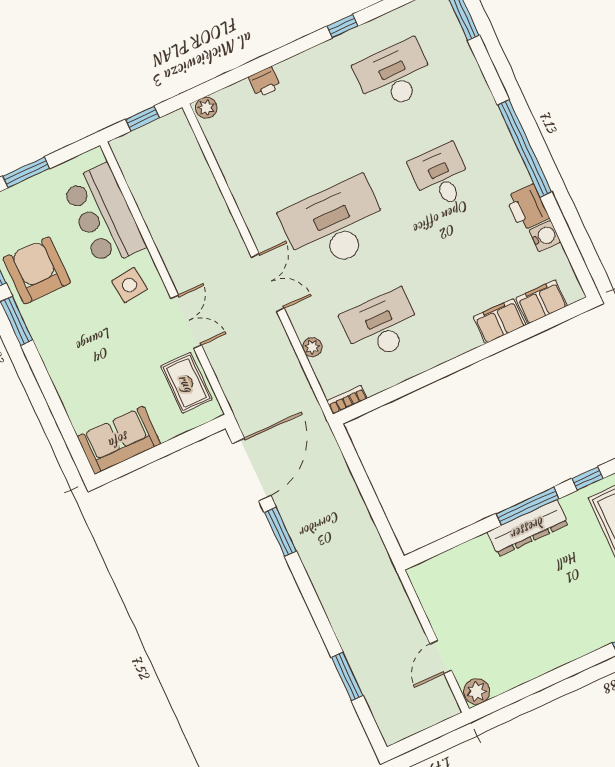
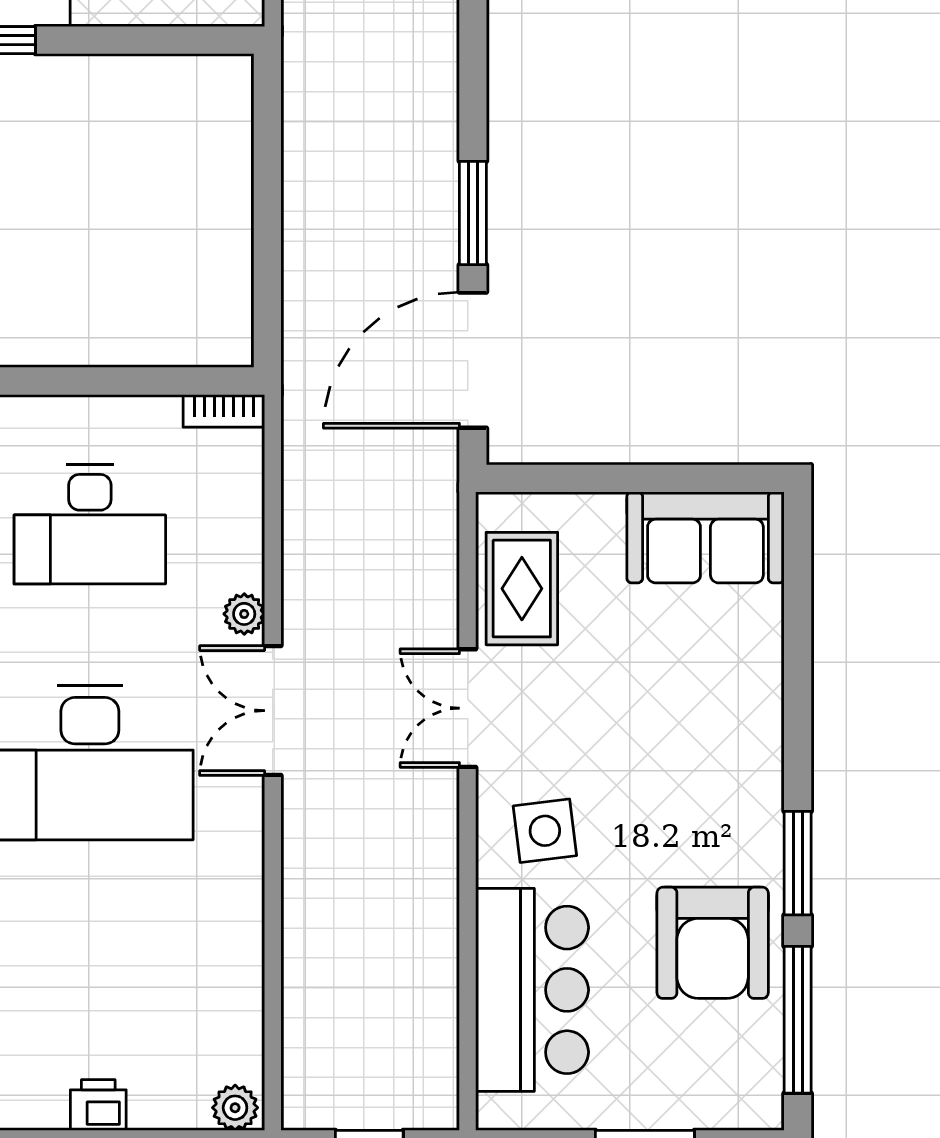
plant: (312, 347) -> (244, 614), moved

